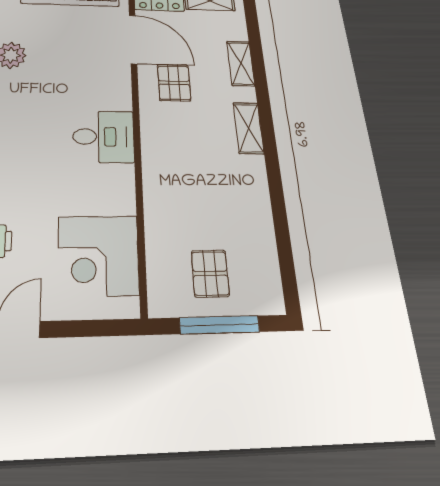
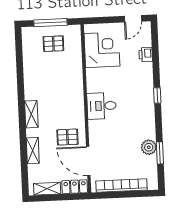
pallet: (174, 83) -> (67, 137), turned 90
pallet: (210, 273) -> (53, 44), turned 90

